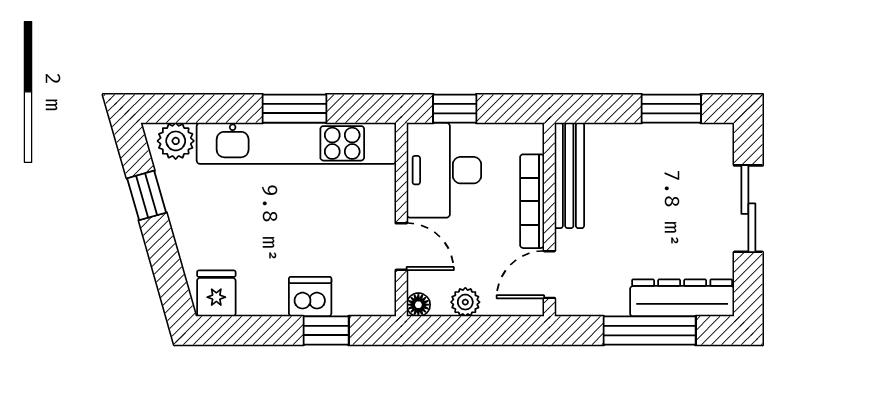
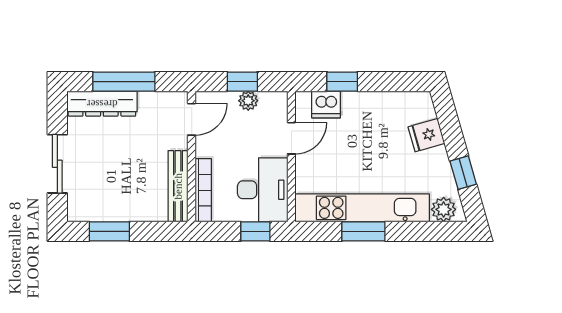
bookcase: (532, 201) -> (203, 190), moved
door: (401, 247) -> (291, 138), swing flipped
fridge: (216, 293) -> (426, 135), moved, turned 74
dishwasher: (310, 297) -> (326, 104), moved
floor lamp: (418, 305) -> (280, 99), removed
window: (474, 331) -> (242, 82), added

